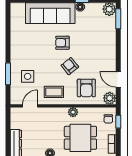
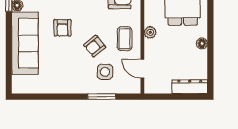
armchair: (70, 66) -> (95, 46), moved
plant: (73, 112) -> (150, 32), moved

